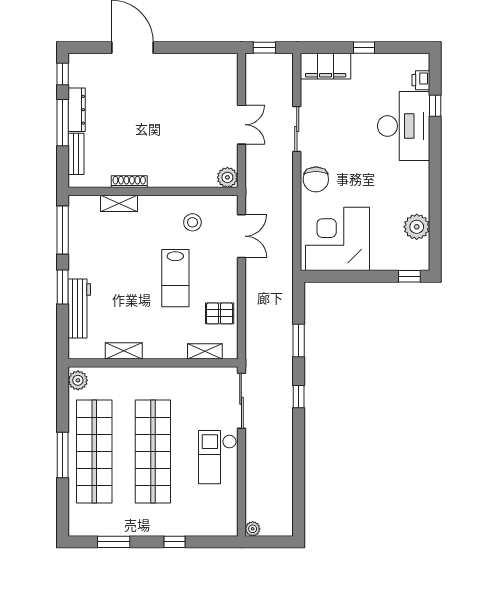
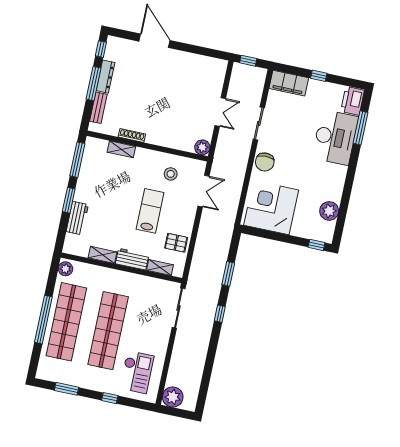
printer: (421, 80) -> (353, 101), width x1.87, depth x1.48
window: (435, 106) -> (361, 128), width x2.17
lab bench: (175, 278) -> (150, 211), turned 180
workbench: (79, 309) -> (77, 218), width x0.73
workbench: (165, 348) -> (132, 259), added
window: (63, 455) -> (43, 320), width x1.46
checkout: (217, 457) -> (137, 372), moved, turned 180
plant: (253, 529) -> (173, 397), width x1.88, depth x1.88

